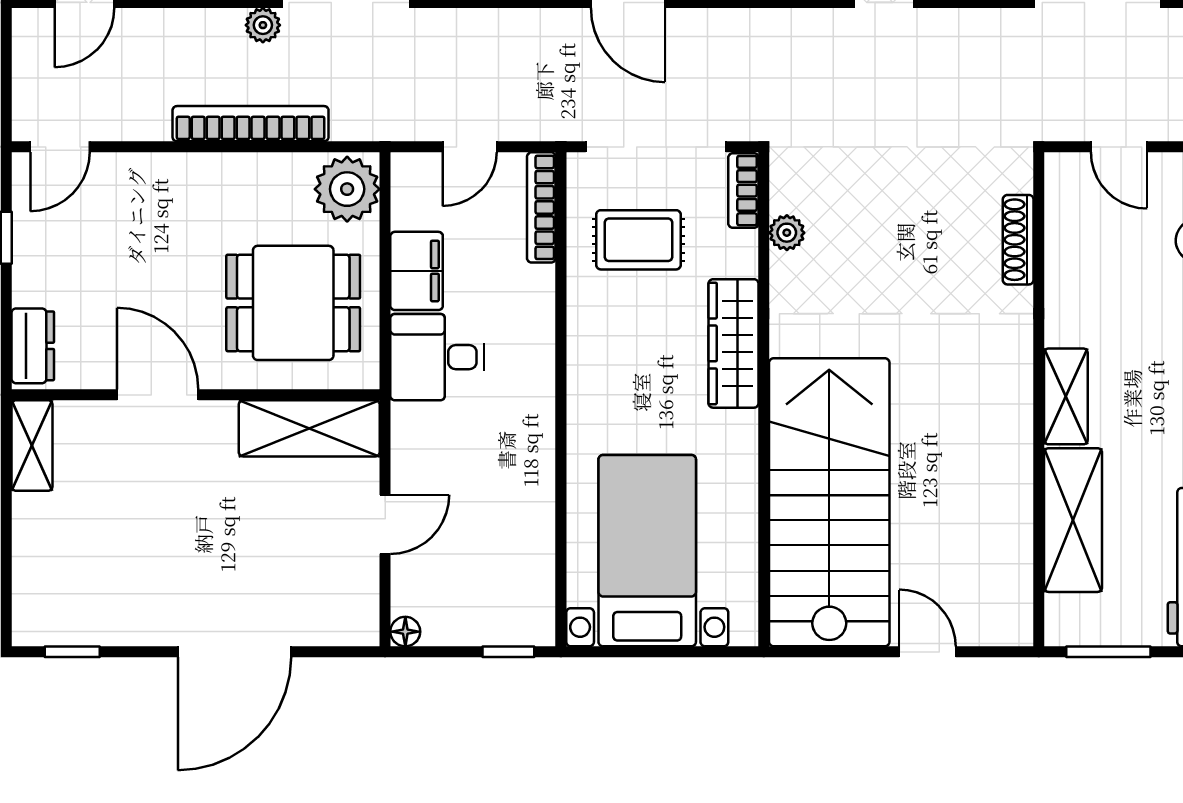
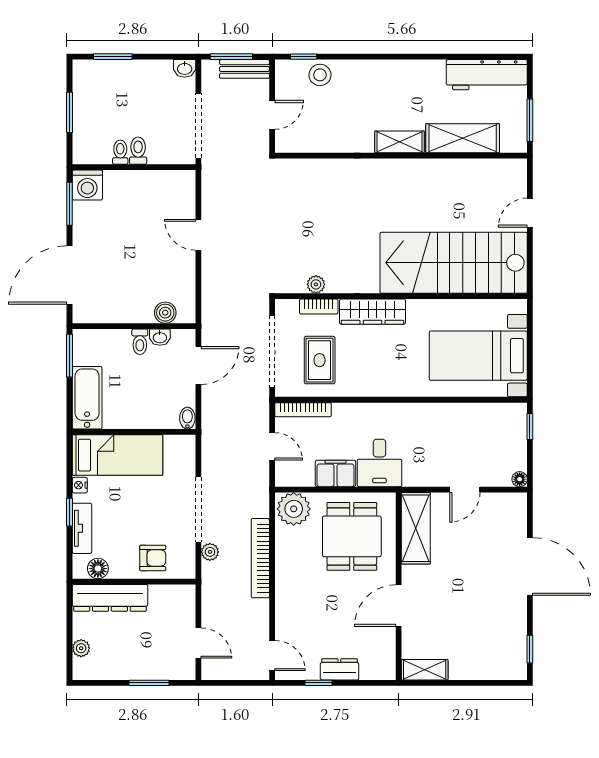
bookcase: (743, 191) -> (319, 307), moved
shoe rack: (1018, 240) -> (320, 166), removed
dresser: (33, 346) -> (339, 669), moved
door: (385, 524) -> (465, 490), swing flipped

